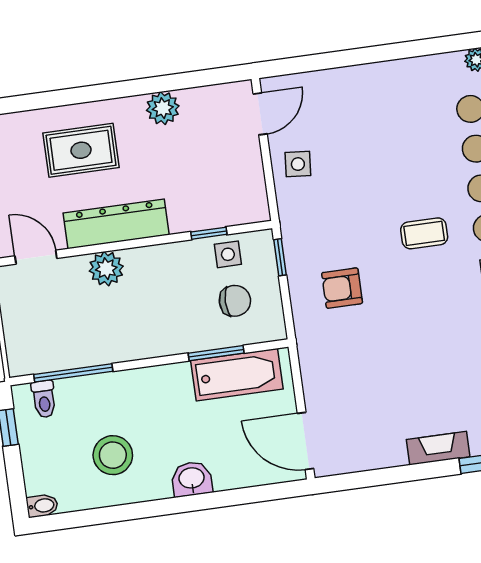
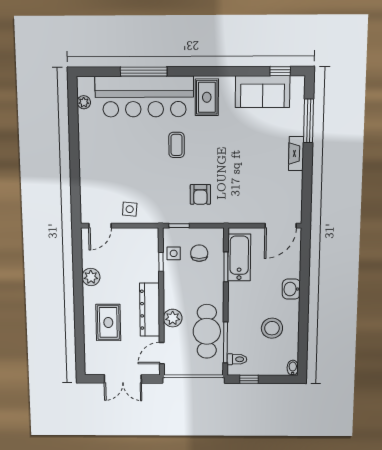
door: (260, 114) -> (100, 226), swing flipped
cafe table: (90, 335) -> (207, 331), added

